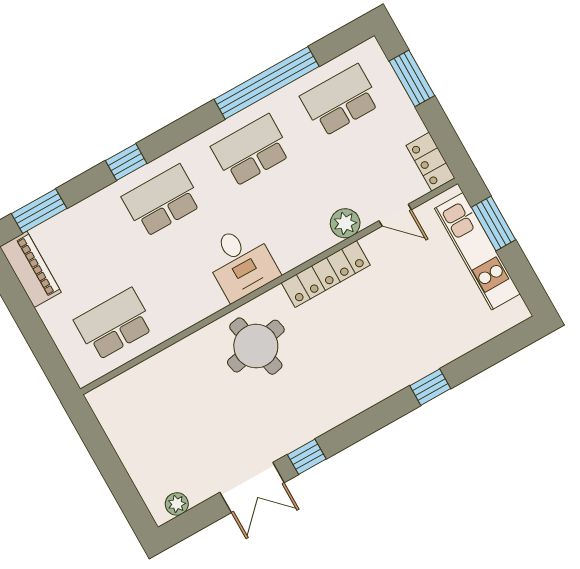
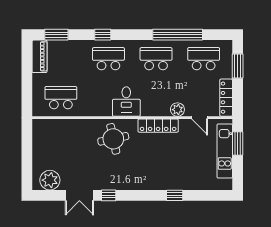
locker: (430, 162) -> (226, 98), width x1.53
plant: (177, 504) -> (50, 180), width x1.87, depth x1.87

